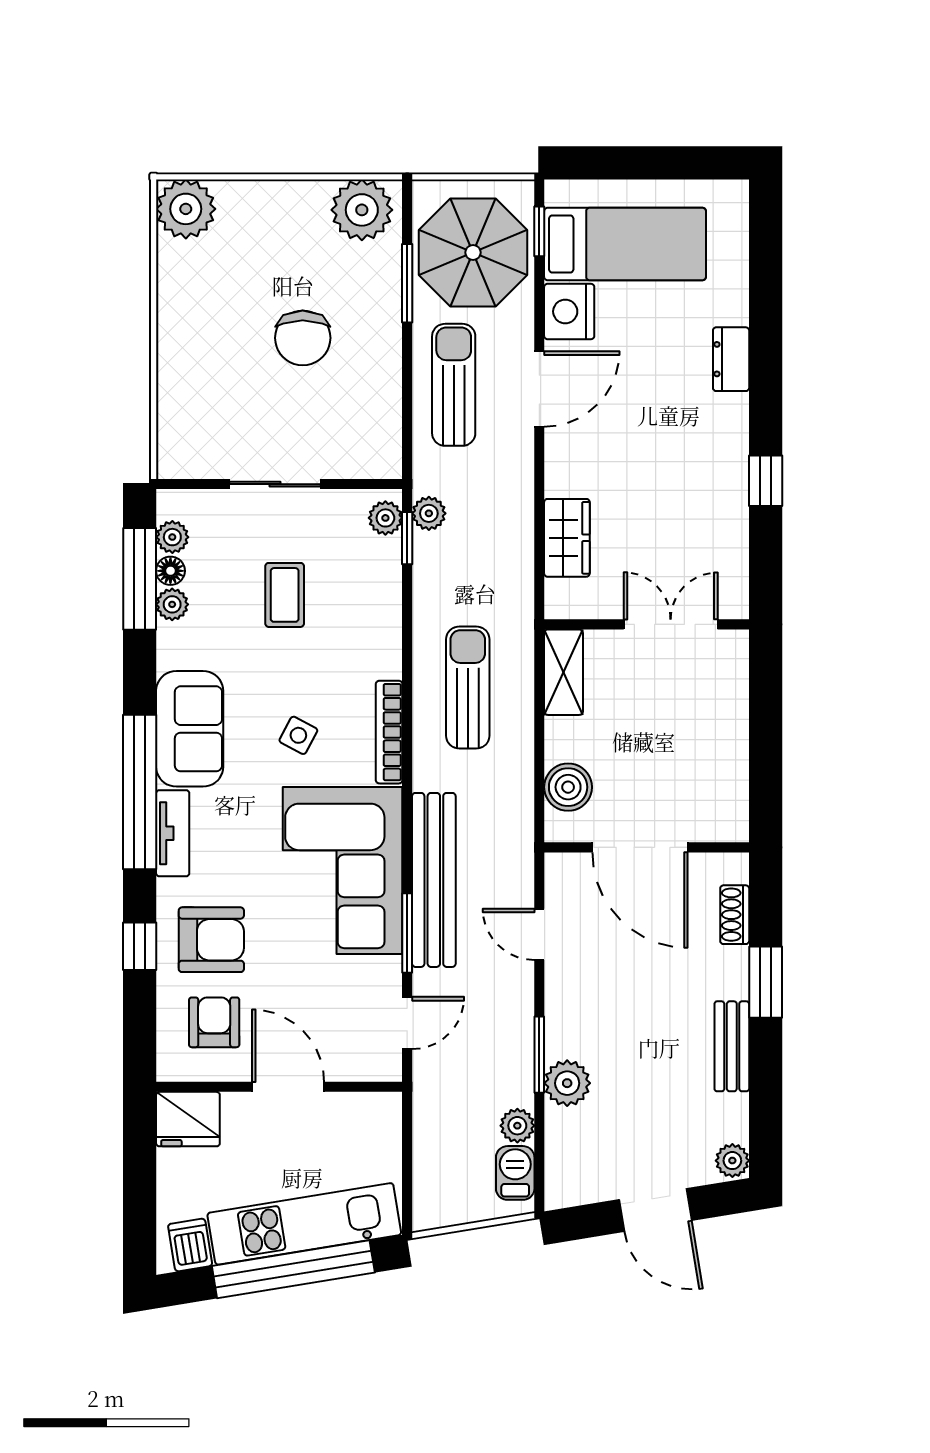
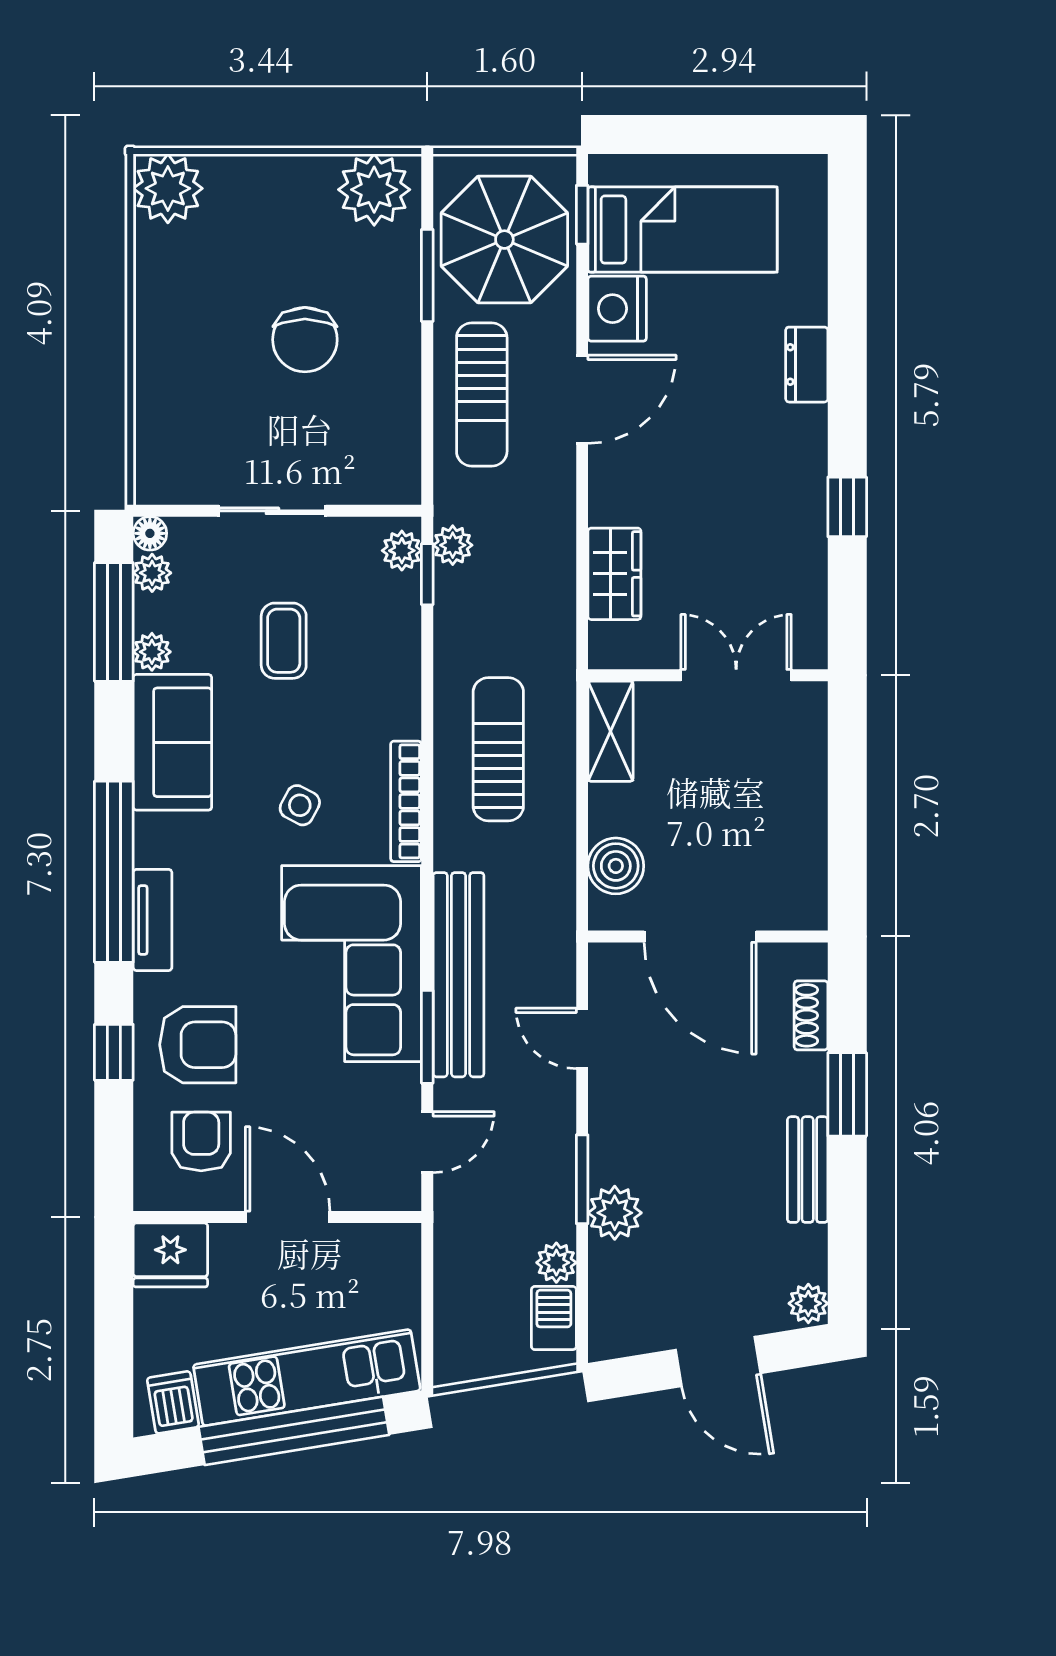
sun lounger: (454, 385) -> (482, 395), turned 180
floor lamp: (170, 571) -> (150, 533), moved
sofa: (190, 729) -> (172, 742), moved

